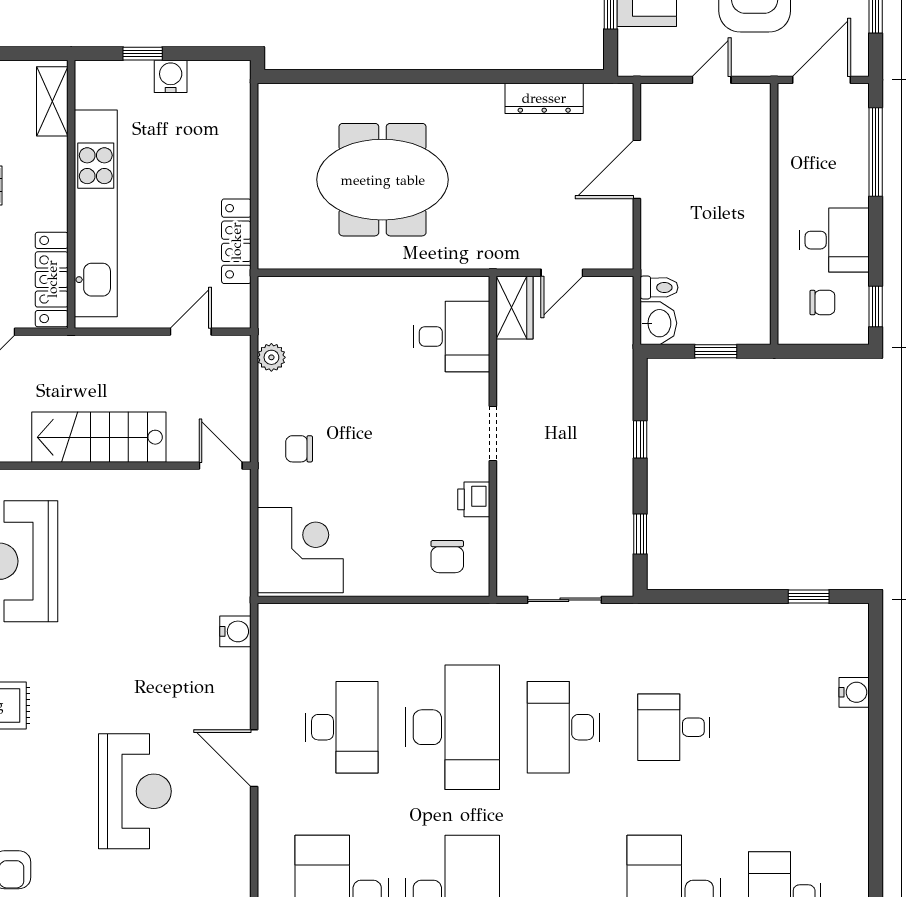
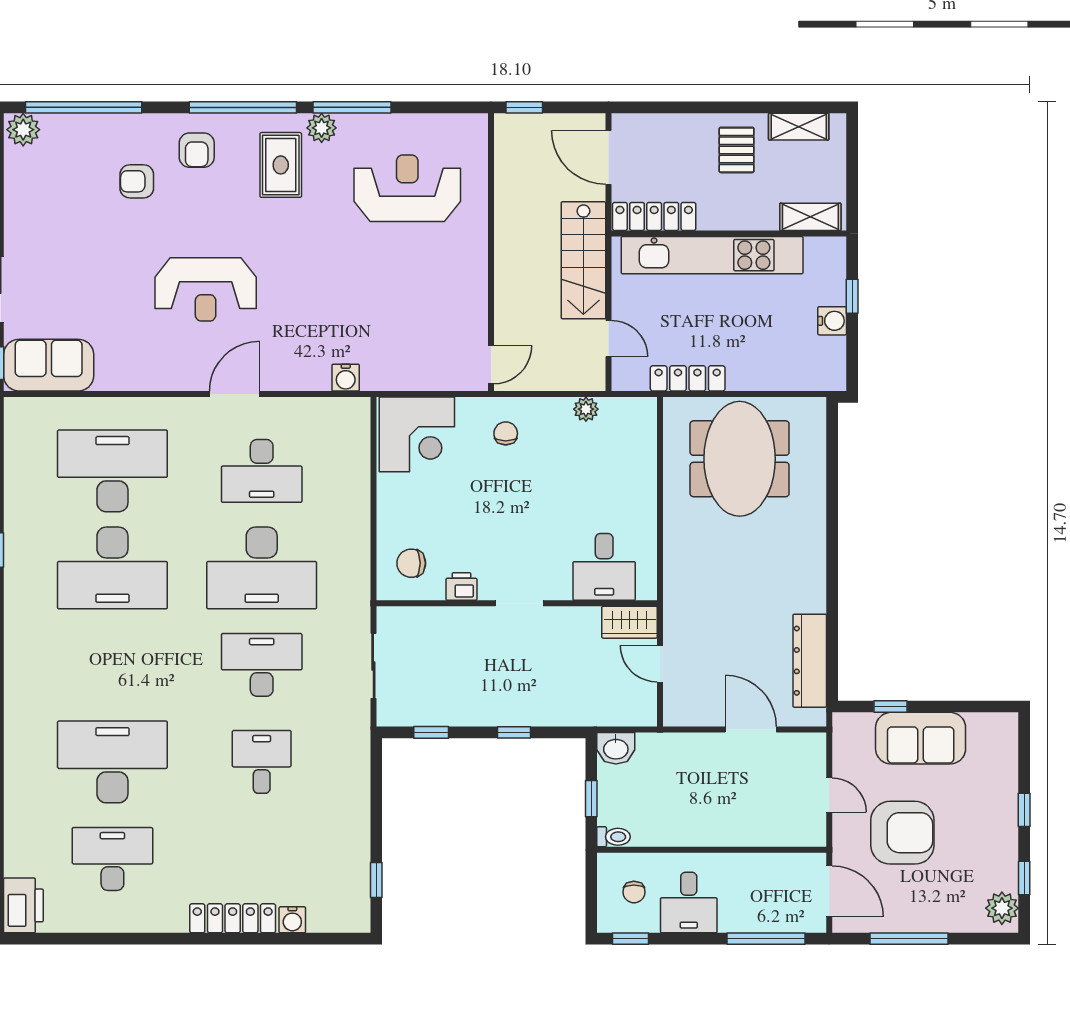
dresser: (544, 98) -> (810, 661), width x1.37, depth x1.24
meeting table: (383, 180) -> (740, 459), moved
toilet: (659, 287) -> (614, 837), moved, turned -90
stairs: (99, 437) -> (583, 260), moved, turned 180
locker: (852, 760) -> (233, 918), added

